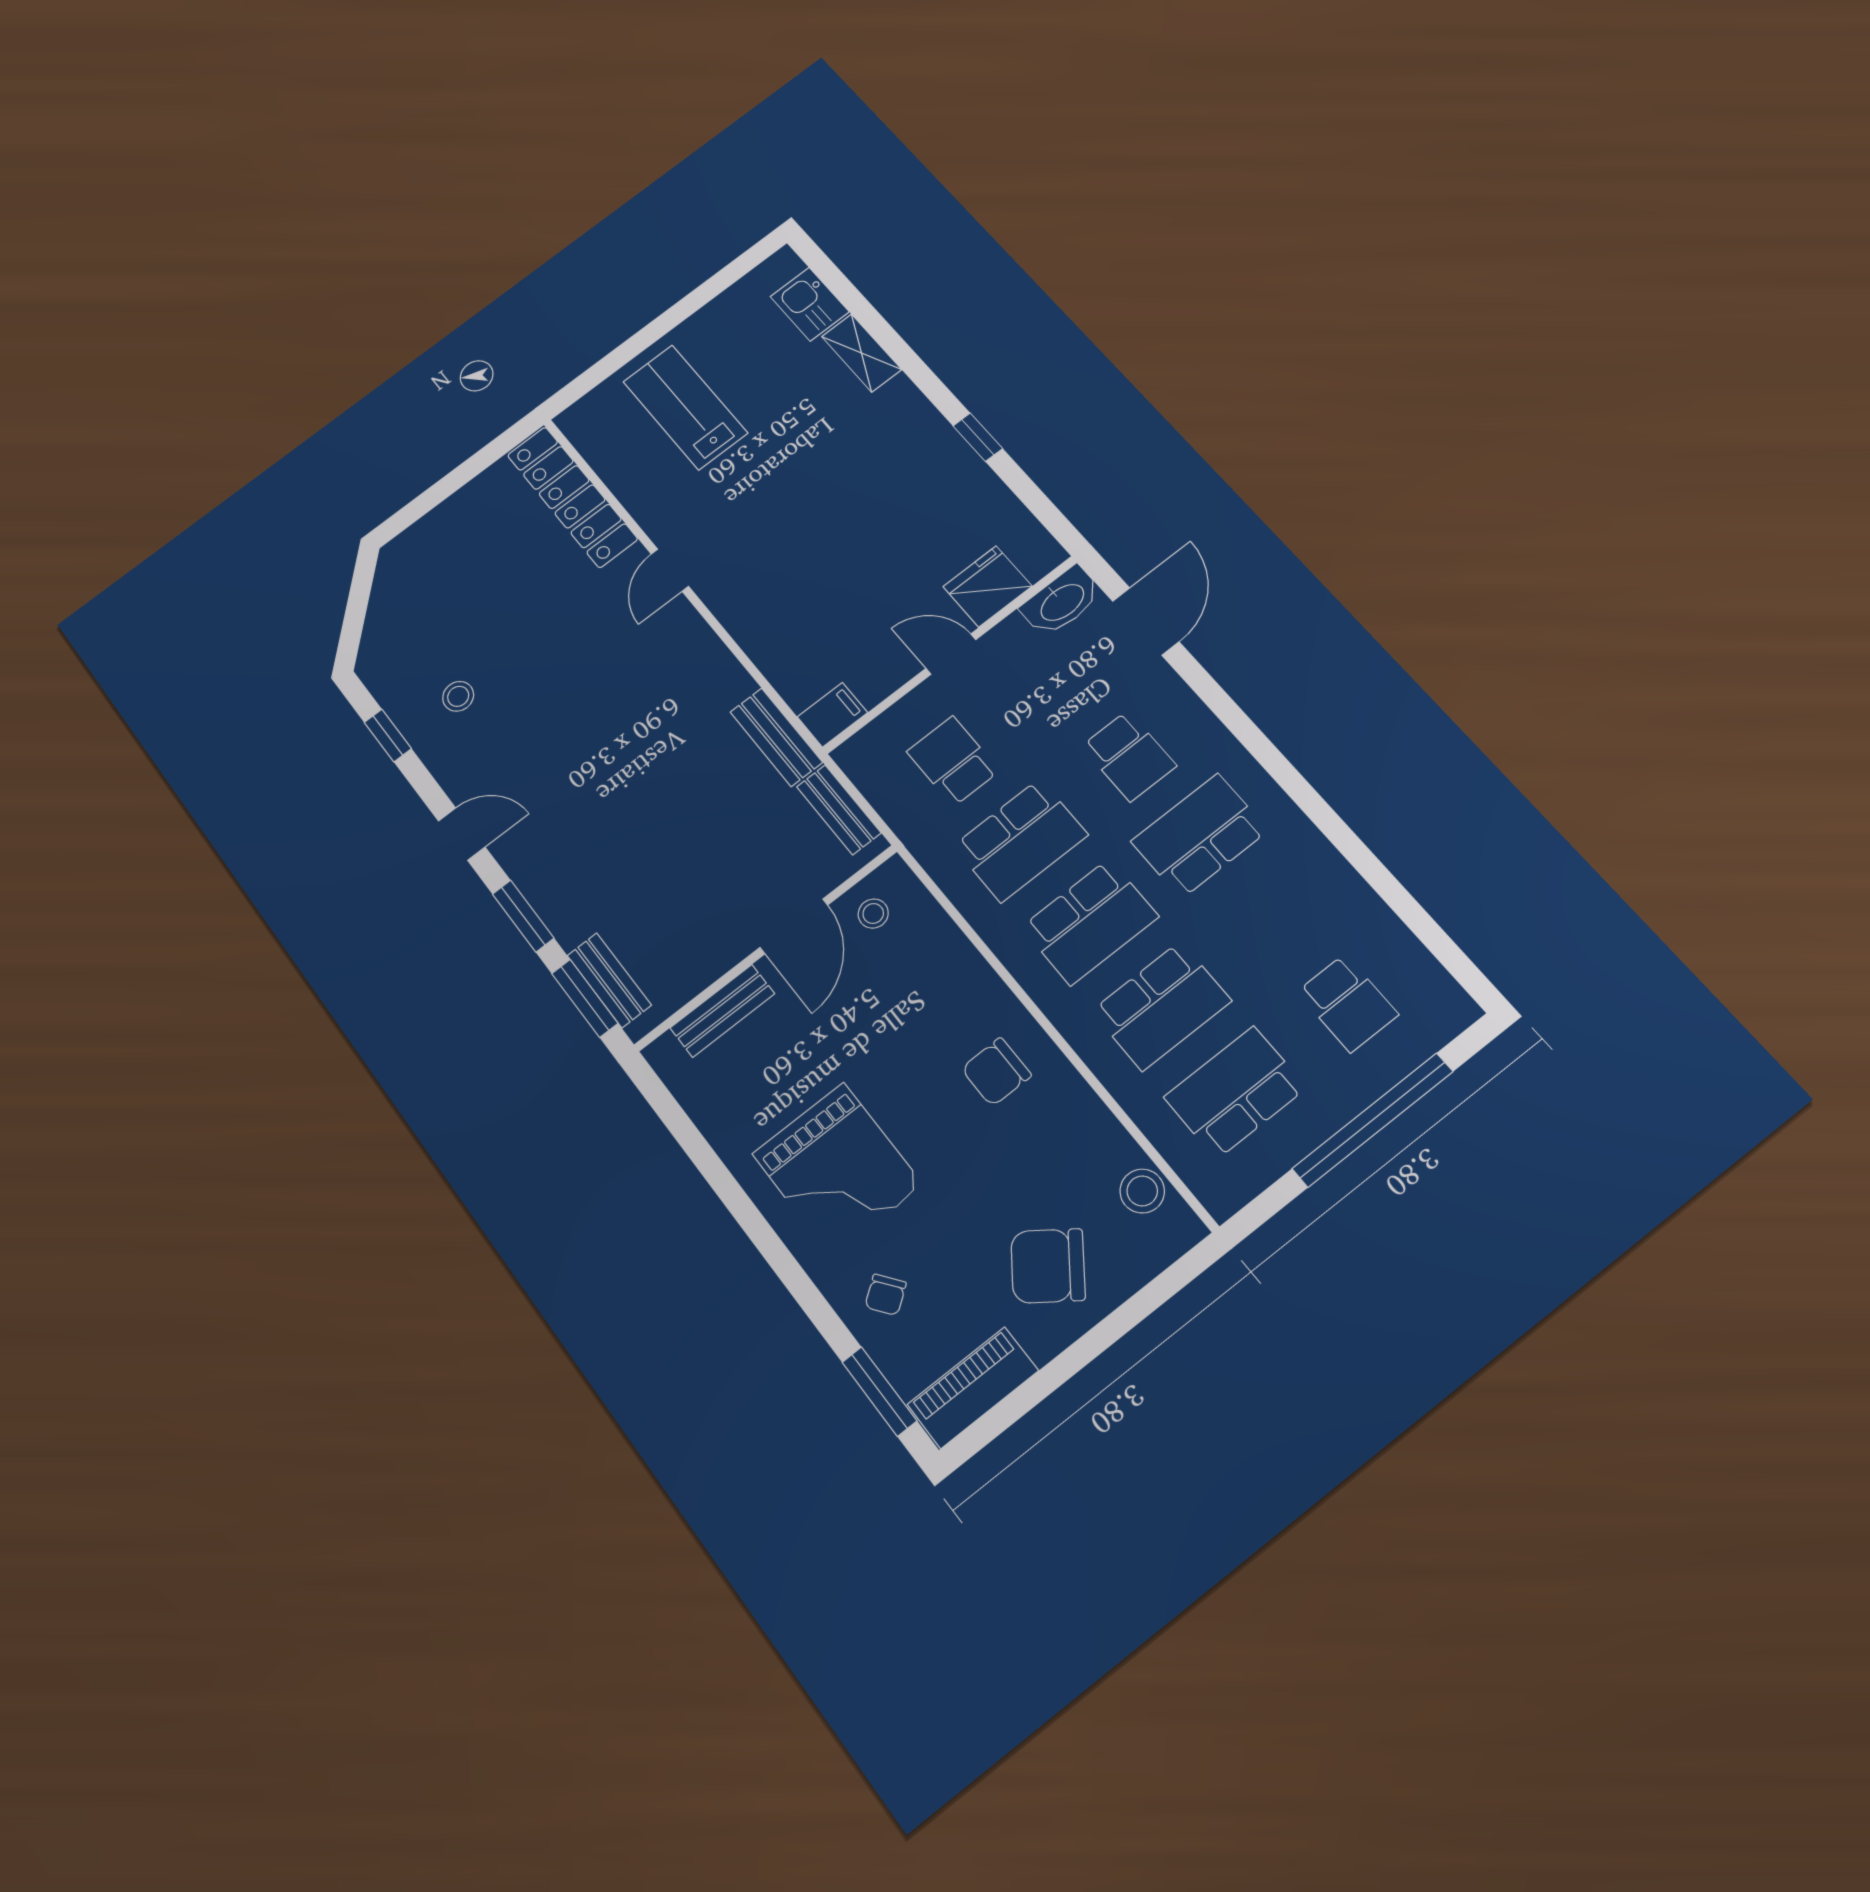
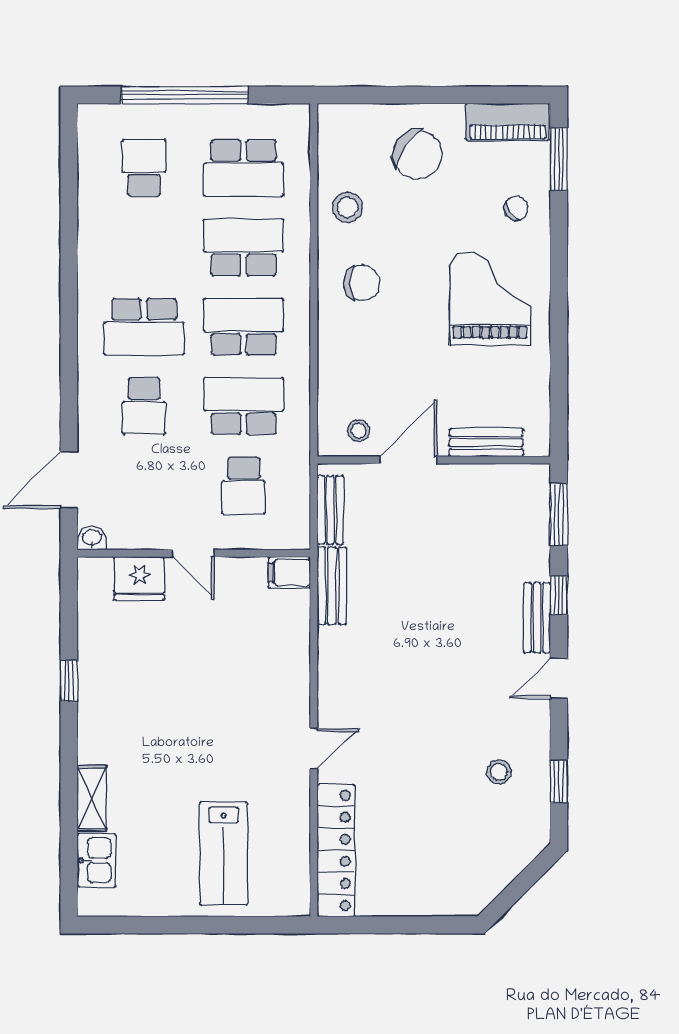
washbasin: (1062, 601) -> (92, 538), width x0.52, depth x0.69
school desk: (1129, 756) -> (144, 406), turned 180
door: (462, 834) -> (559, 678), hinge flipped
window: (523, 916) -> (559, 595), width x0.67
bench: (609, 980) -> (537, 618), moved
stool: (1142, 1191) -> (348, 207), moved

